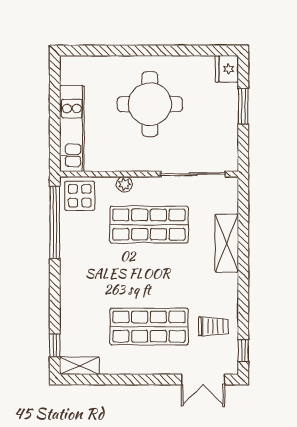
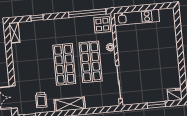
round table: (150, 104) -> (153, 56), removed
shelving: (227, 243) -> (70, 104), moved
shop shelf: (149, 327) -> (64, 64), moved
window: (55, 345) -> (37, 18), moved

